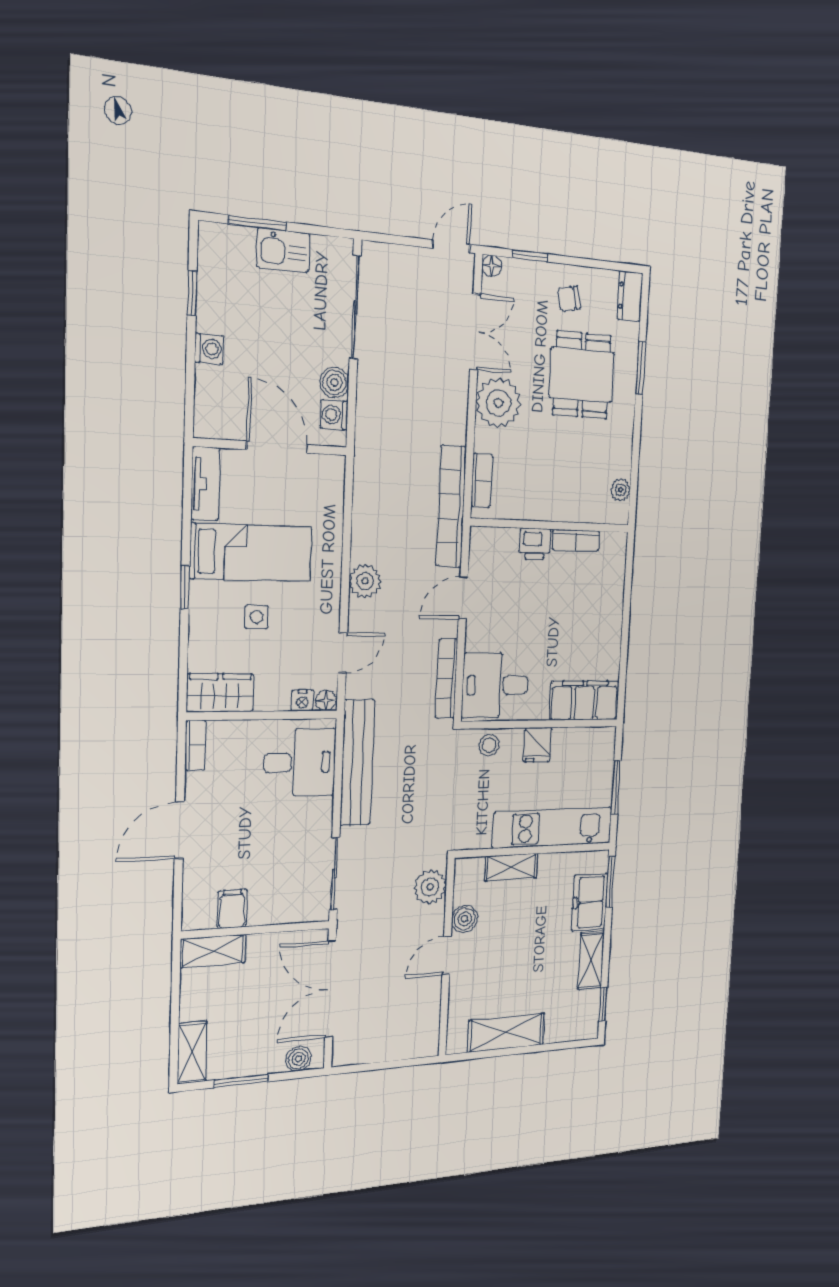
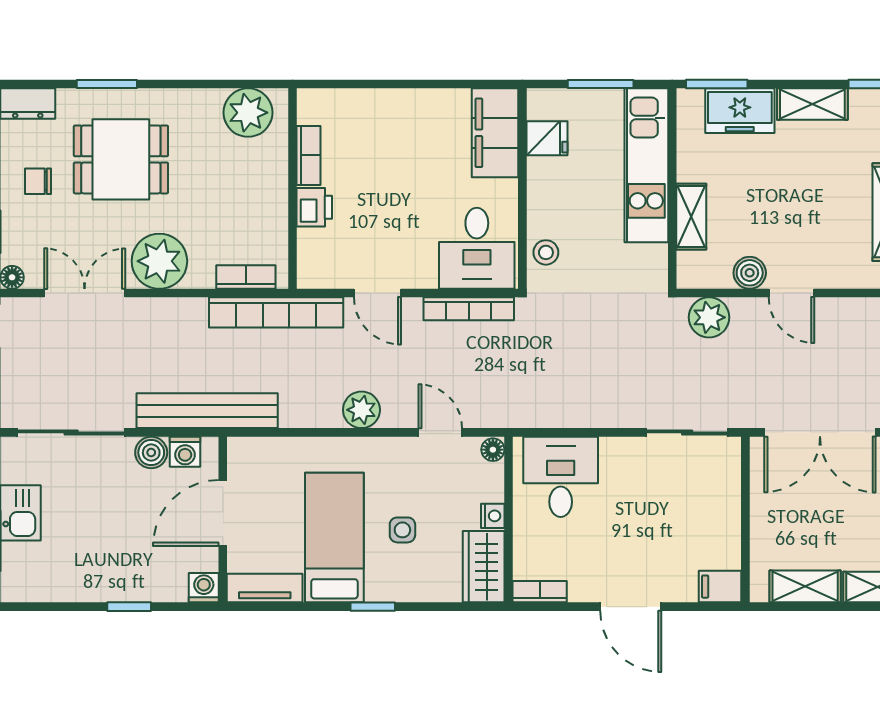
window: (192, 293) -> (129, 607), moved
chair: (569, 299) -> (38, 181), turned 102
washing machine: (209, 349) -> (204, 588), moved
plant: (620, 490) -> (248, 113), width x1.88, depth x1.88
nightstand: (302, 701) -> (493, 516), moved
fridge: (537, 745) -> (547, 138), moved
bench: (357, 763) -> (207, 411), moved
filing cabinet: (232, 909) -> (720, 587), moved
shelving: (213, 951) -> (805, 586), moved, turned 90

